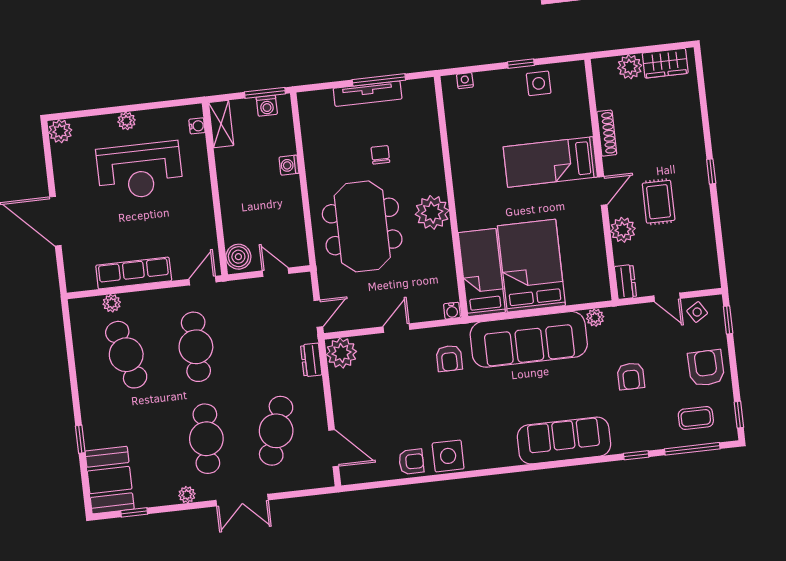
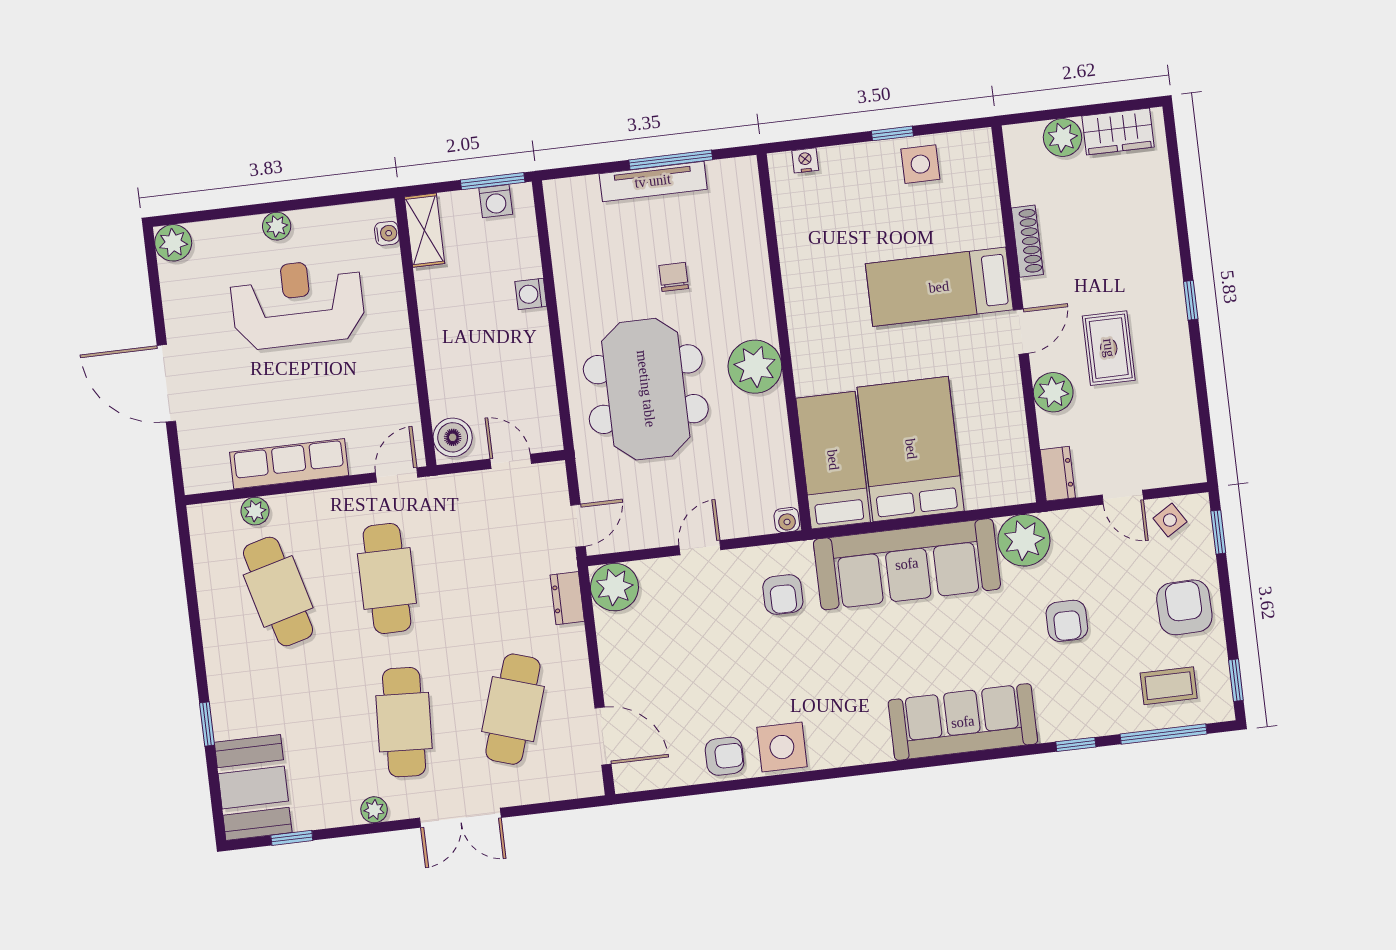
reception desk: (140, 171) -> (298, 304), turned 180
plant: (595, 318) -> (1024, 540), width x1.87, depth x1.87

